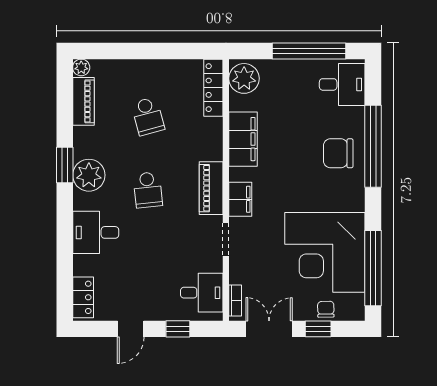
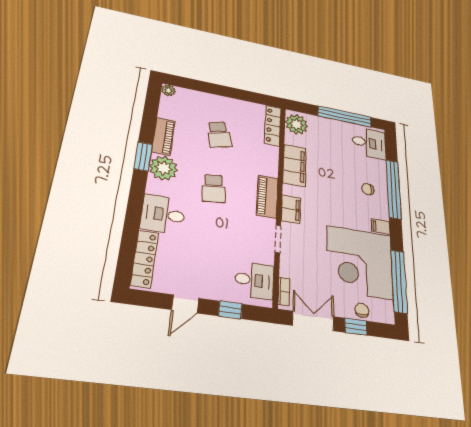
piano: (83, 101) -> (163, 136), moved
chair: (338, 153) -> (368, 189), width x0.54, depth x0.54
filing cabinet: (353, 202) -> (381, 227), added
locker: (83, 297) -> (144, 259), width x1.53

